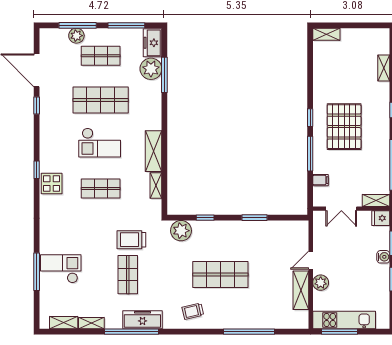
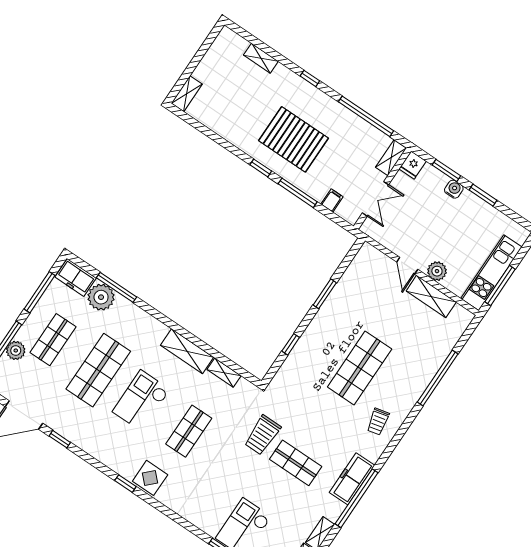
checkout: (100, 143) -> (141, 401), turned 180
plant: (181, 231) -> (287, 378), removed

